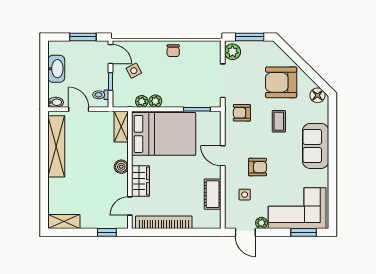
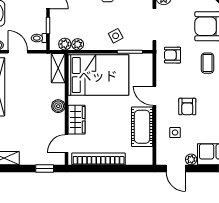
side table: (134, 71) -> (116, 36), moved
plant: (155, 101) -> (65, 44), moved
armchair: (258, 167) -> (187, 107), turned 90
cot: (213, 194) -> (142, 127), width x1.37, depth x1.34

